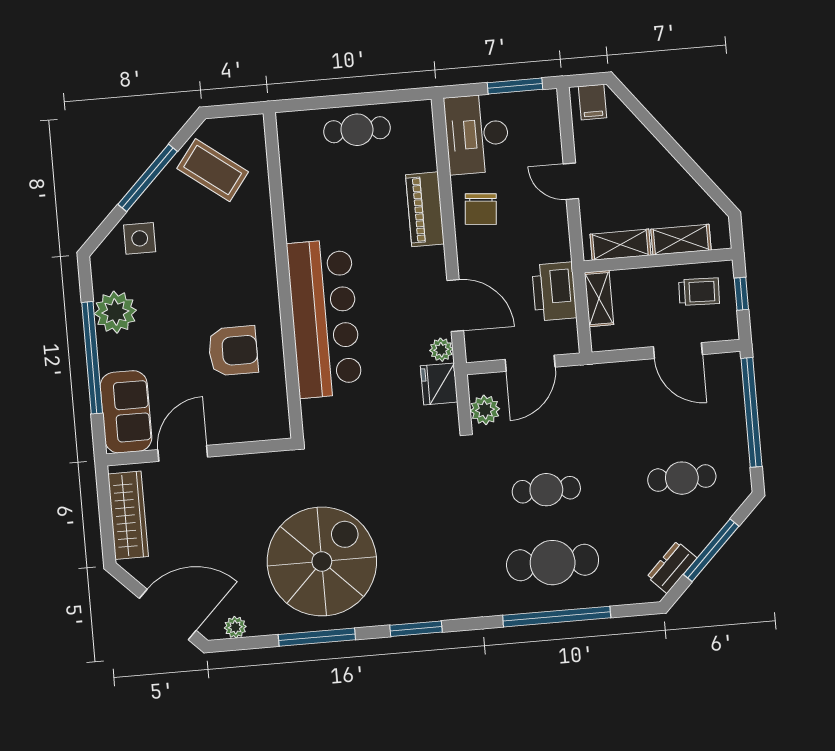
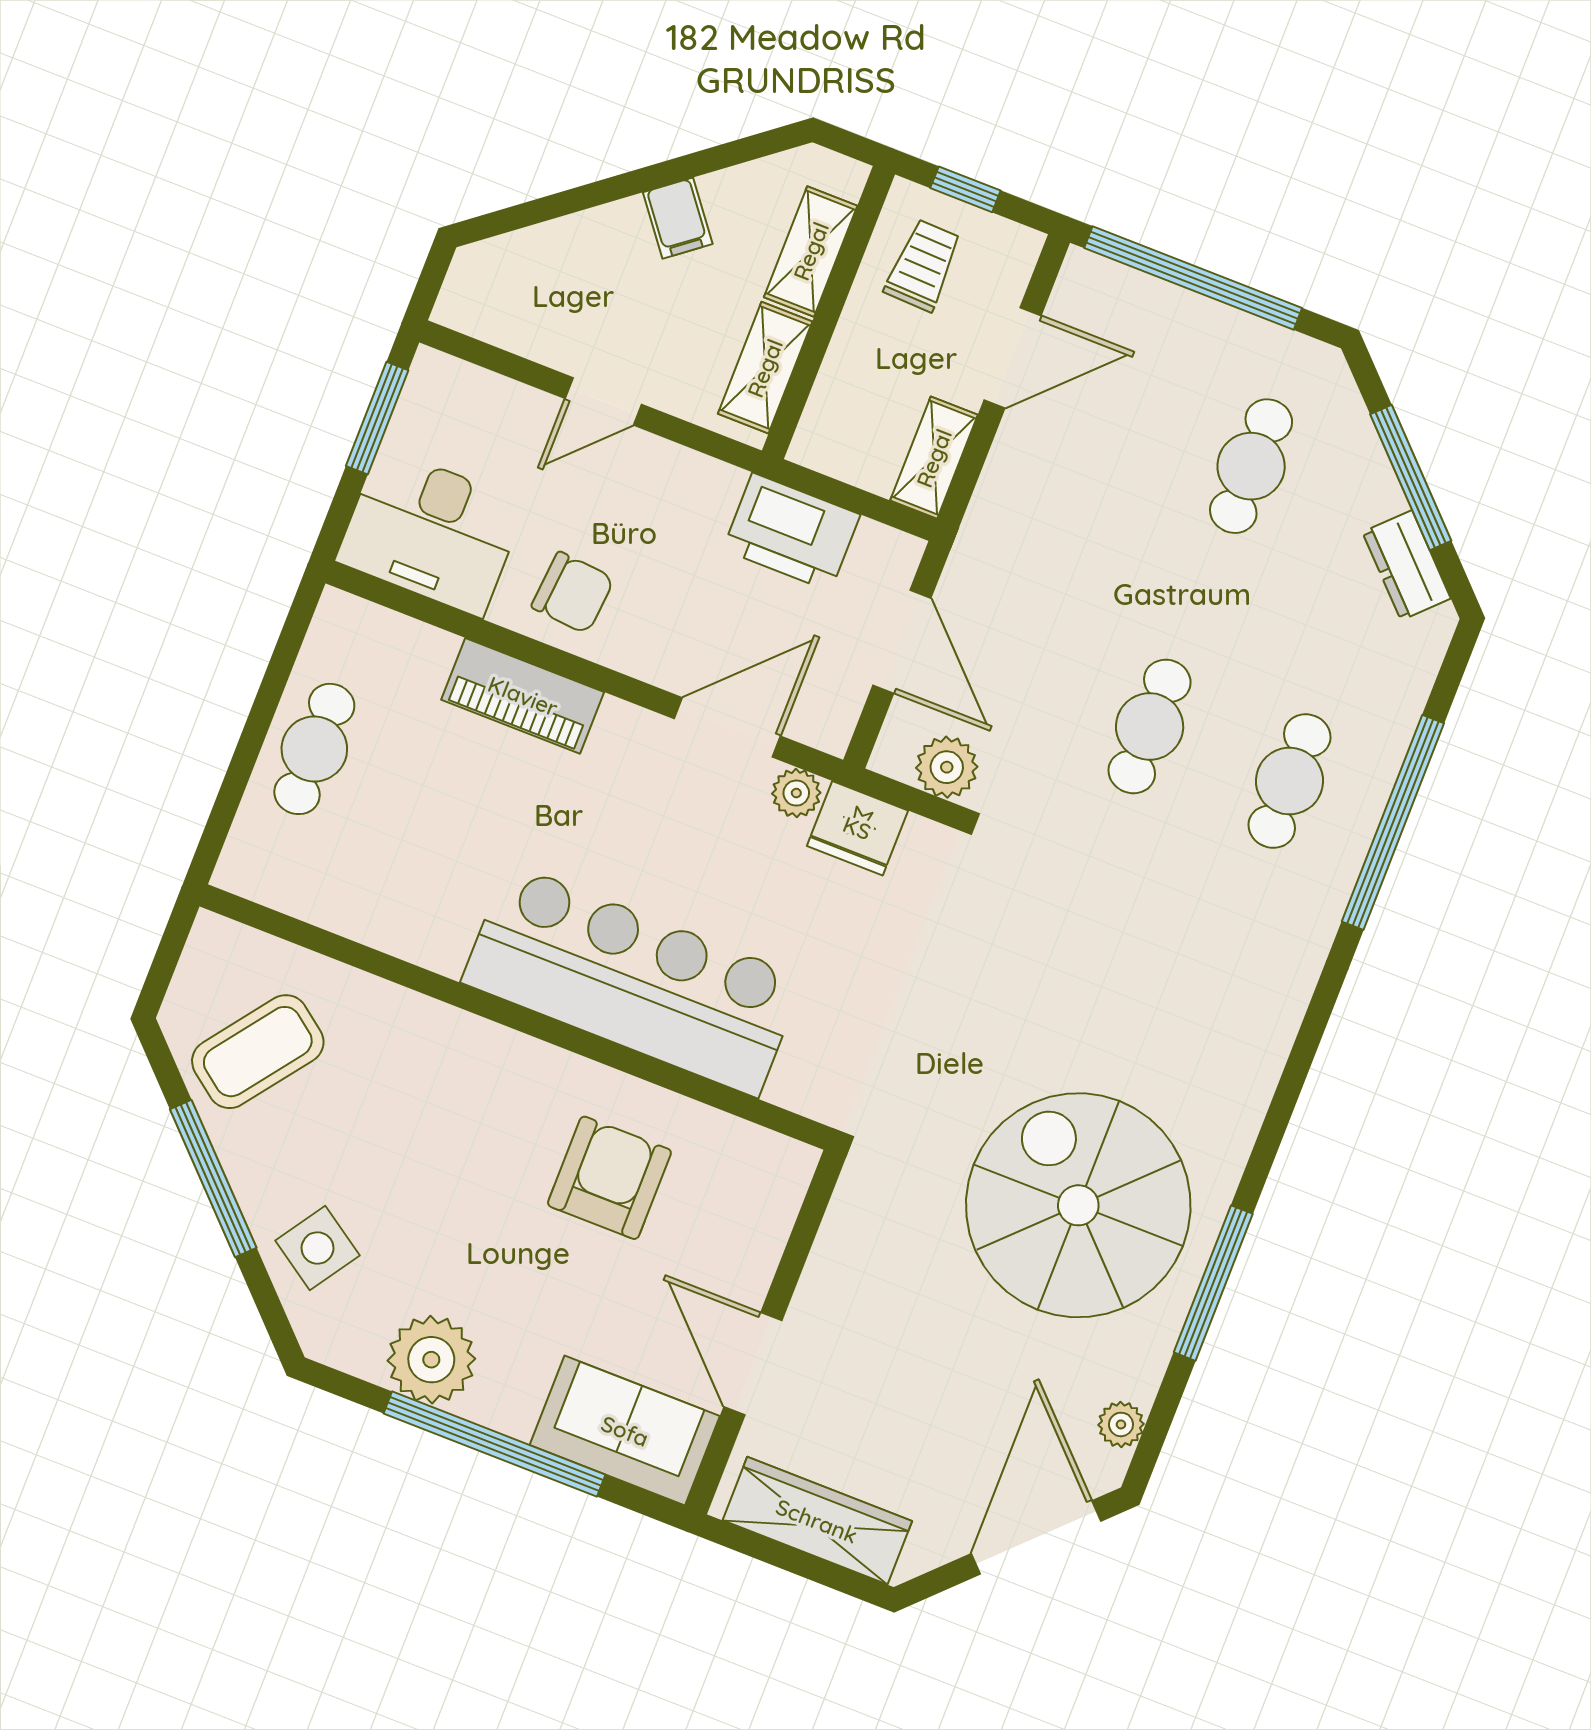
filing cabinet: (592, 102) -> (678, 218), moved, turned 52
side table: (140, 238) -> (317, 1248), turned 34
shelving: (599, 299) -> (934, 458), moved, turned 90
cafe table: (553, 563) -> (1289, 781), width x0.73, depth x0.74
window: (416, 629) -> (1287, 1093), removed

